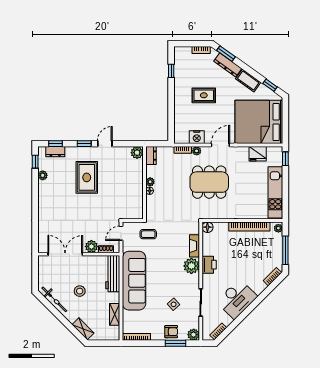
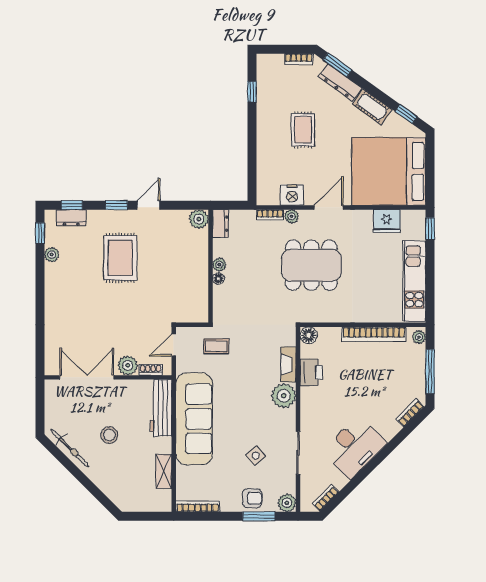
rug: (204, 95) -> (303, 130), turned 90
printer: (209, 265) -> (311, 372), moved
shelving: (83, 329) -> (115, 494), removed

